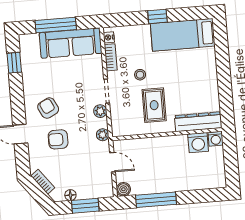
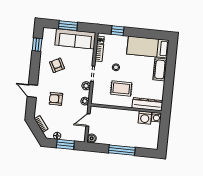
window: (157, 16) -> (118, 31), moved
window: (56, 25) -> (68, 26), width x0.69
cot: (207, 65) -> (160, 69), added
rug: (154, 105) -> (121, 88), turned 90
armchair: (48, 108) -> (57, 65), moved
door: (113, 162) -> (88, 120), swing flipped
window: (156, 200) -> (122, 150), moved

